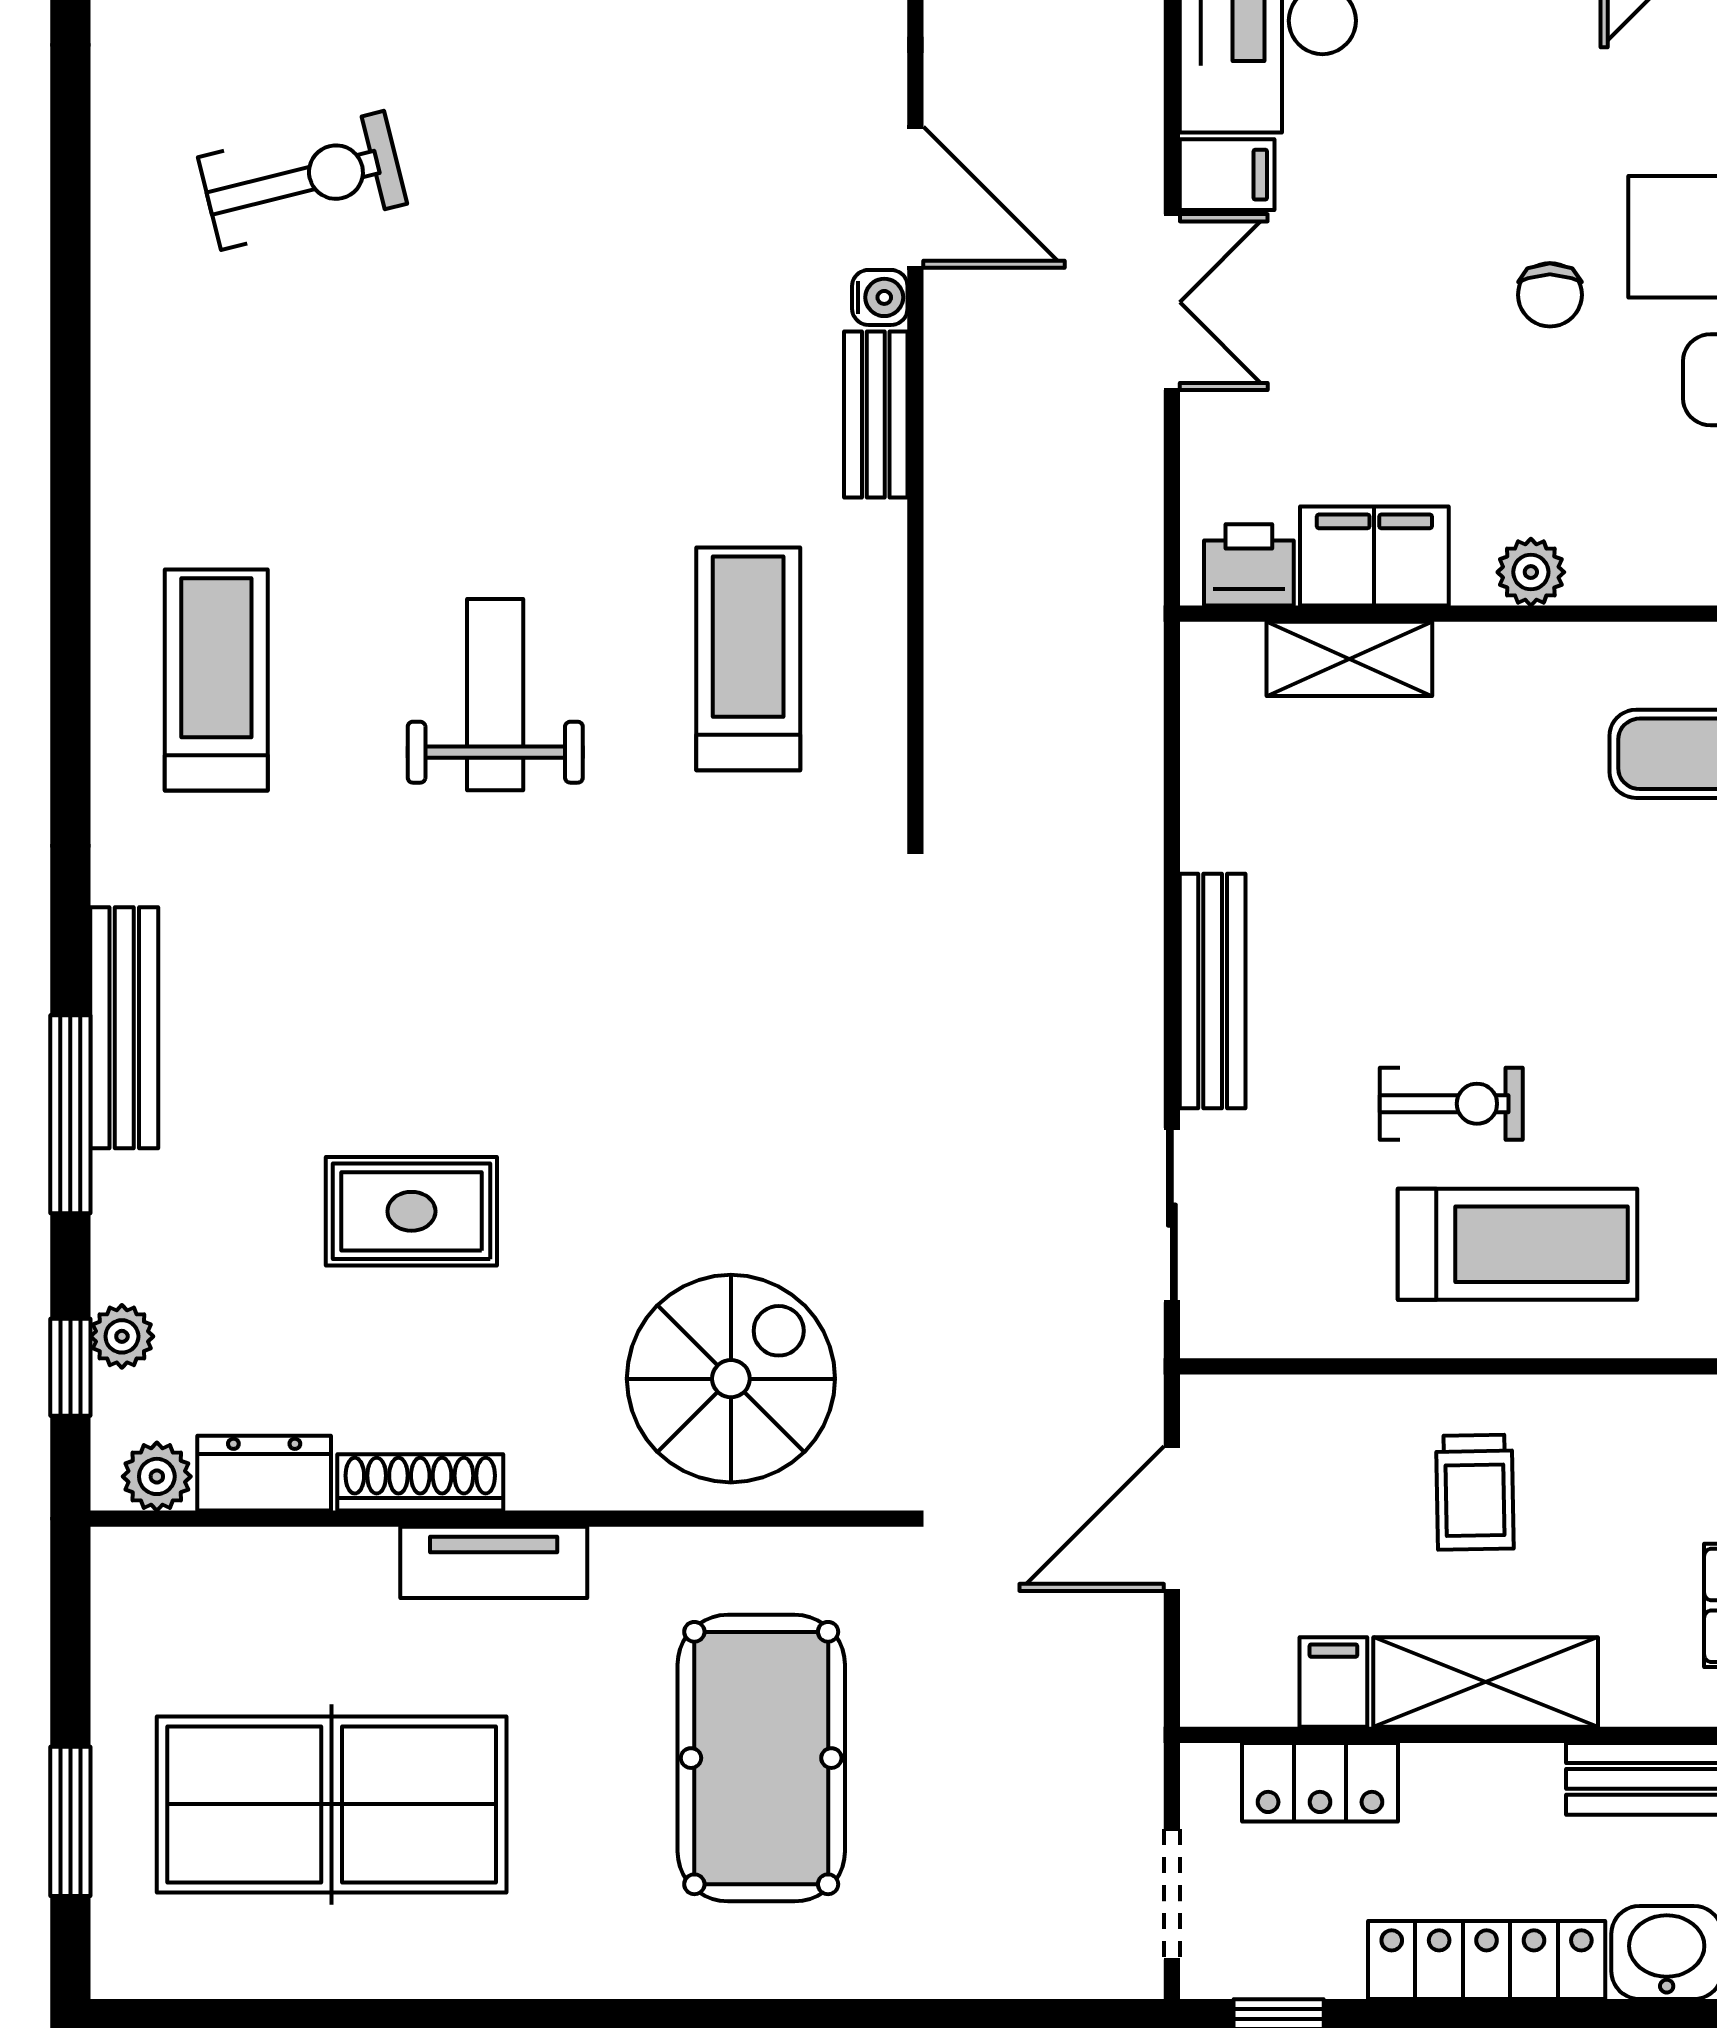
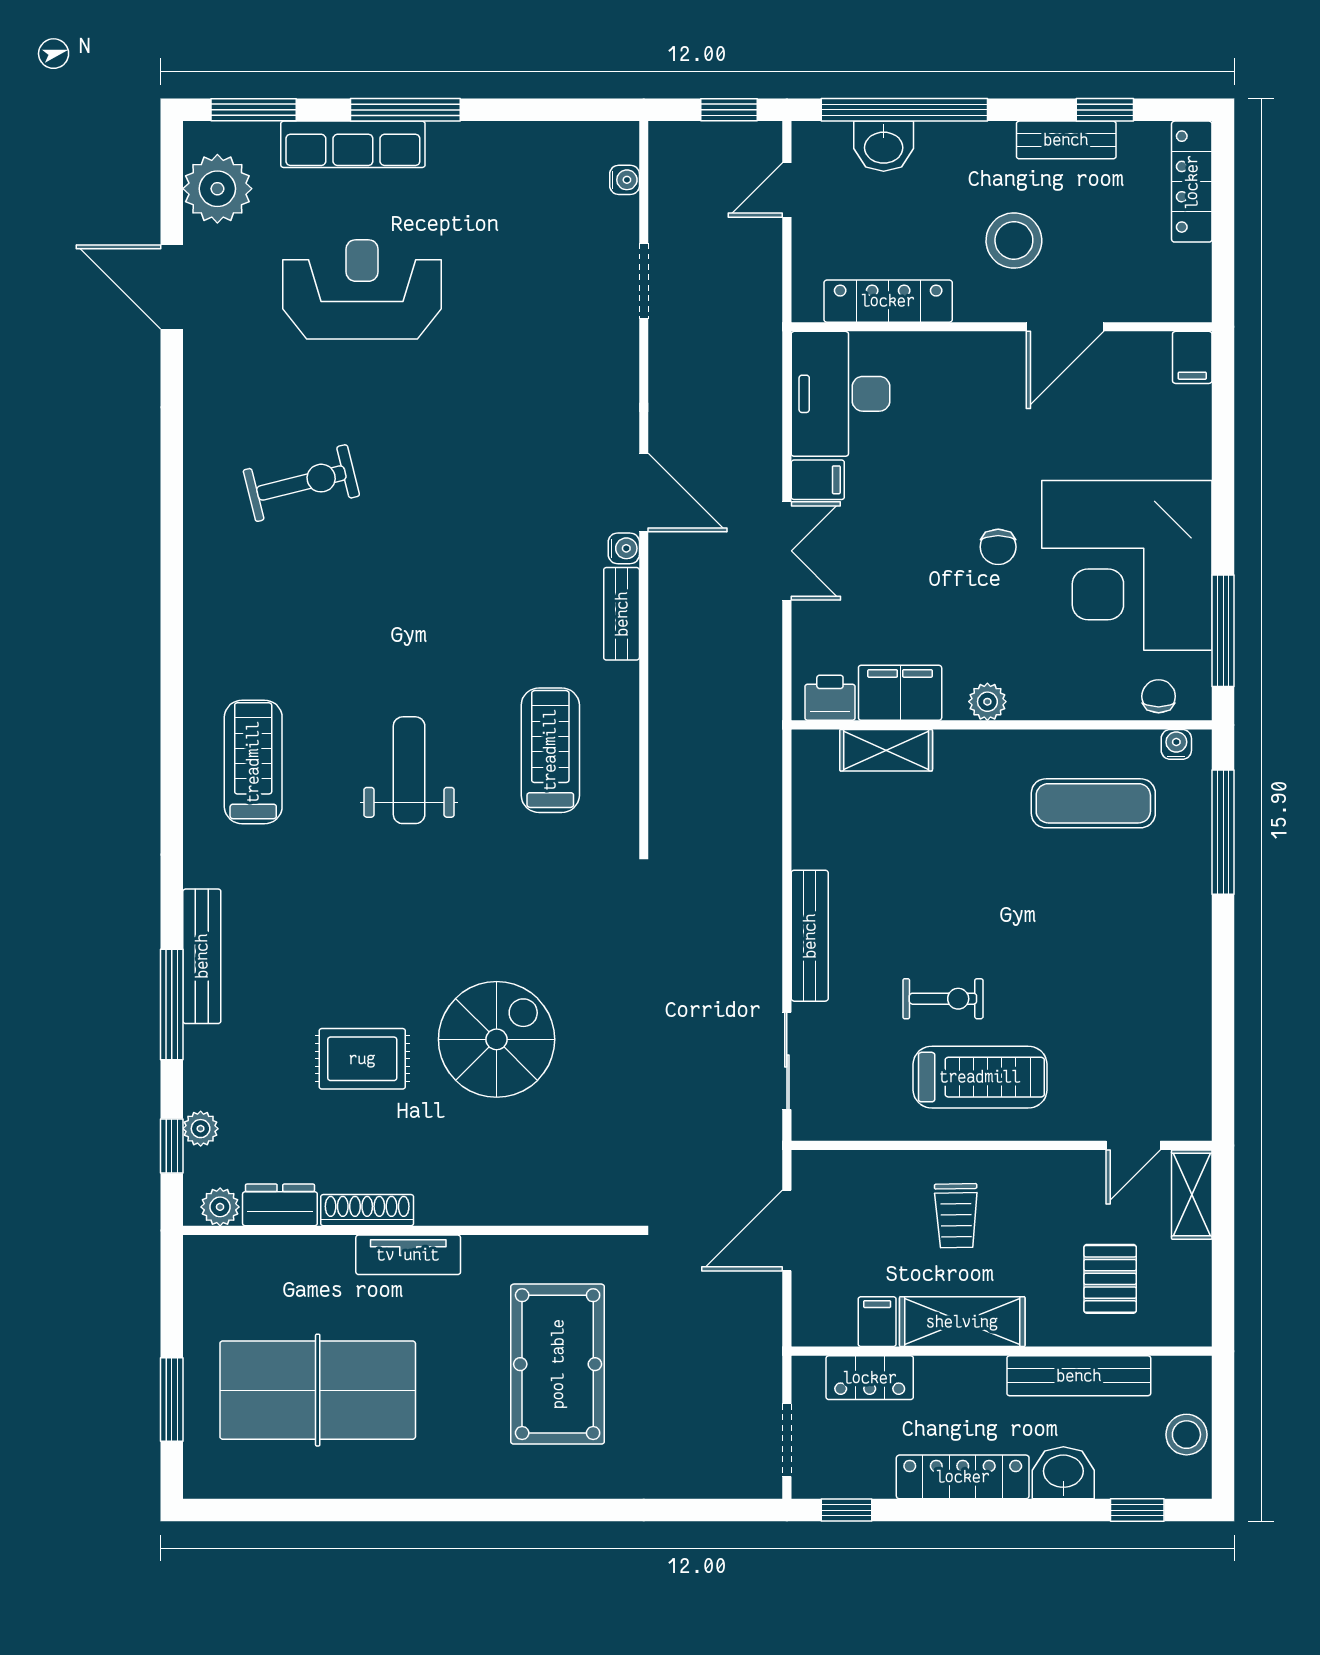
spiral stairs: (731, 1379) -> (497, 1039), moved

